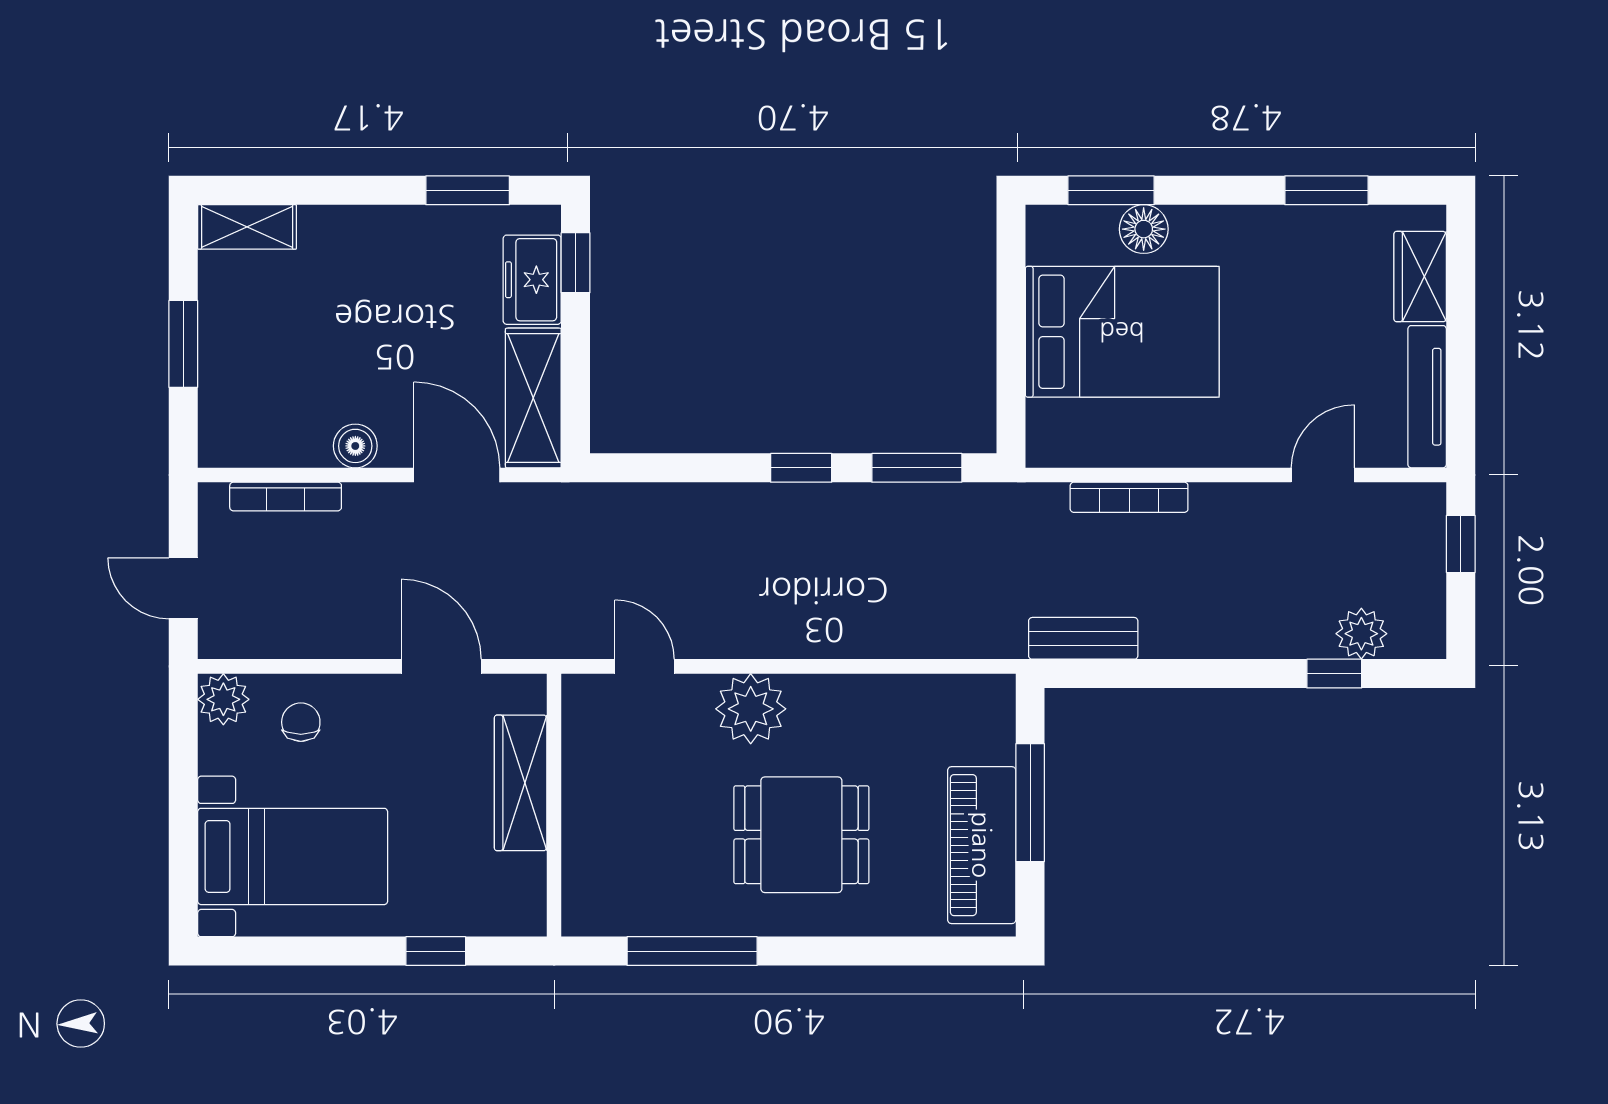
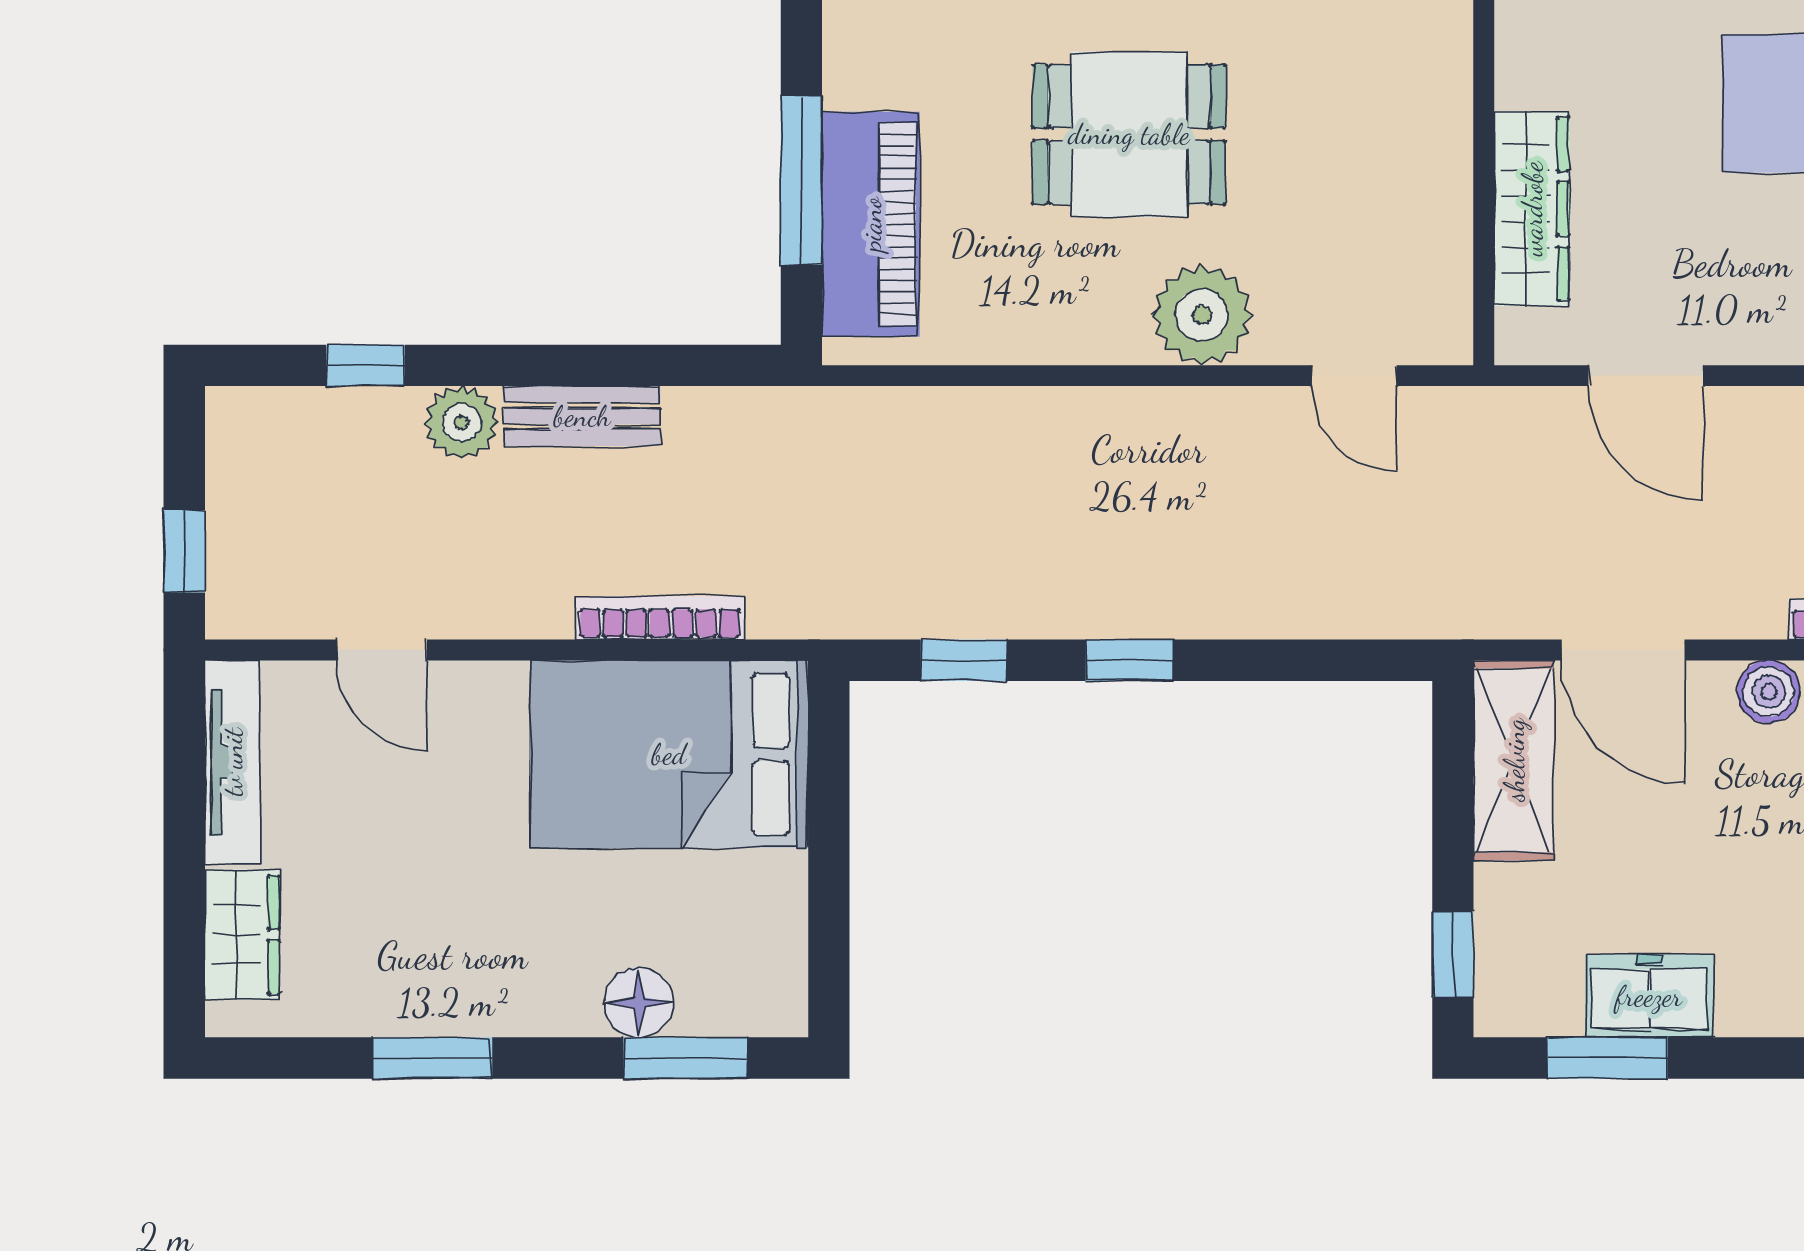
window: (1326, 190) -> (432, 1058), moved
freezer: (532, 280) -> (1649, 996), moved, turned -90
bed: (1122, 332) -> (669, 754), moved
window: (917, 468) -> (964, 660), width x0.67
door: (1323, 475) -> (382, 650), hinge flipped
plant: (1361, 634) -> (462, 423), moved
bench: (1083, 638) -> (582, 416), moved
piano: (982, 845) -> (871, 224), moved

